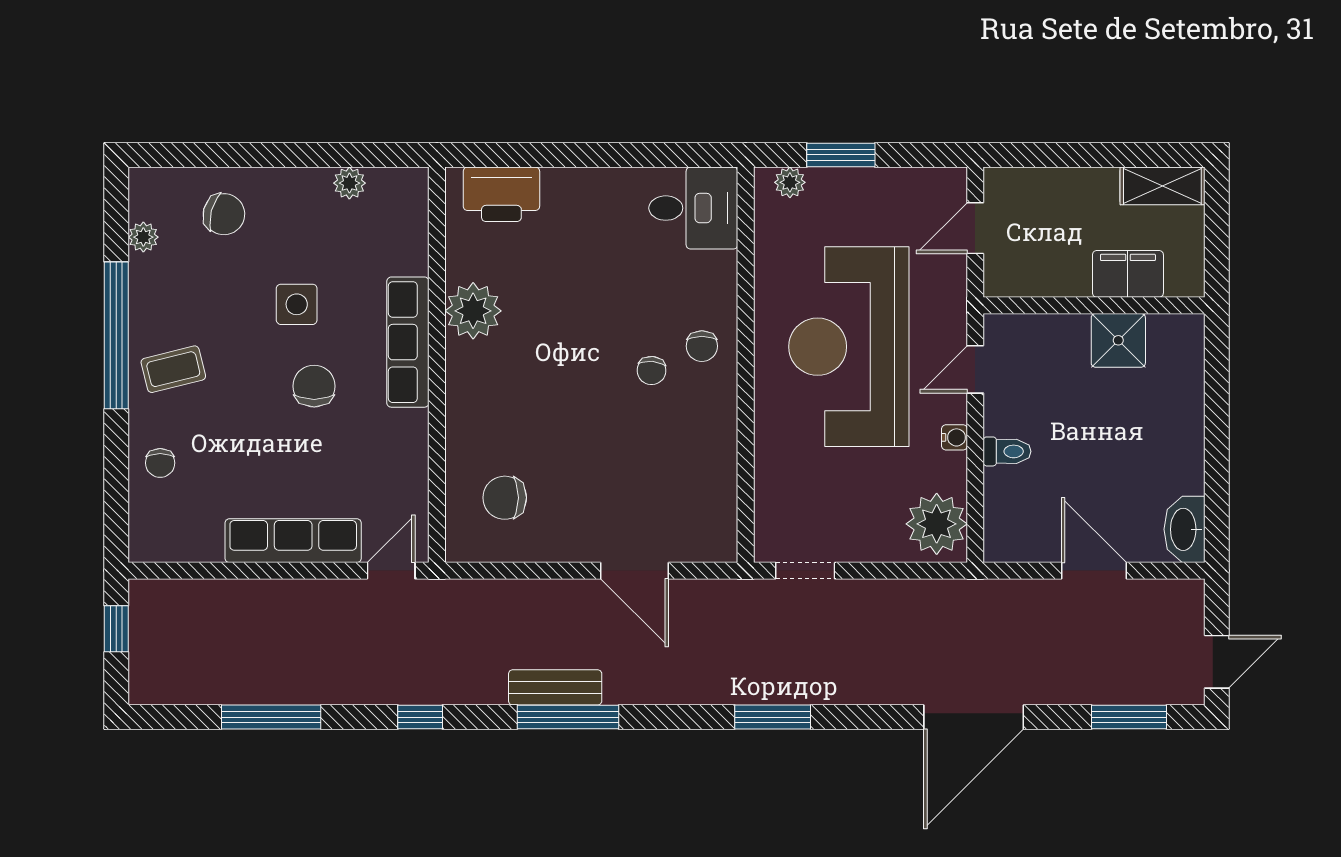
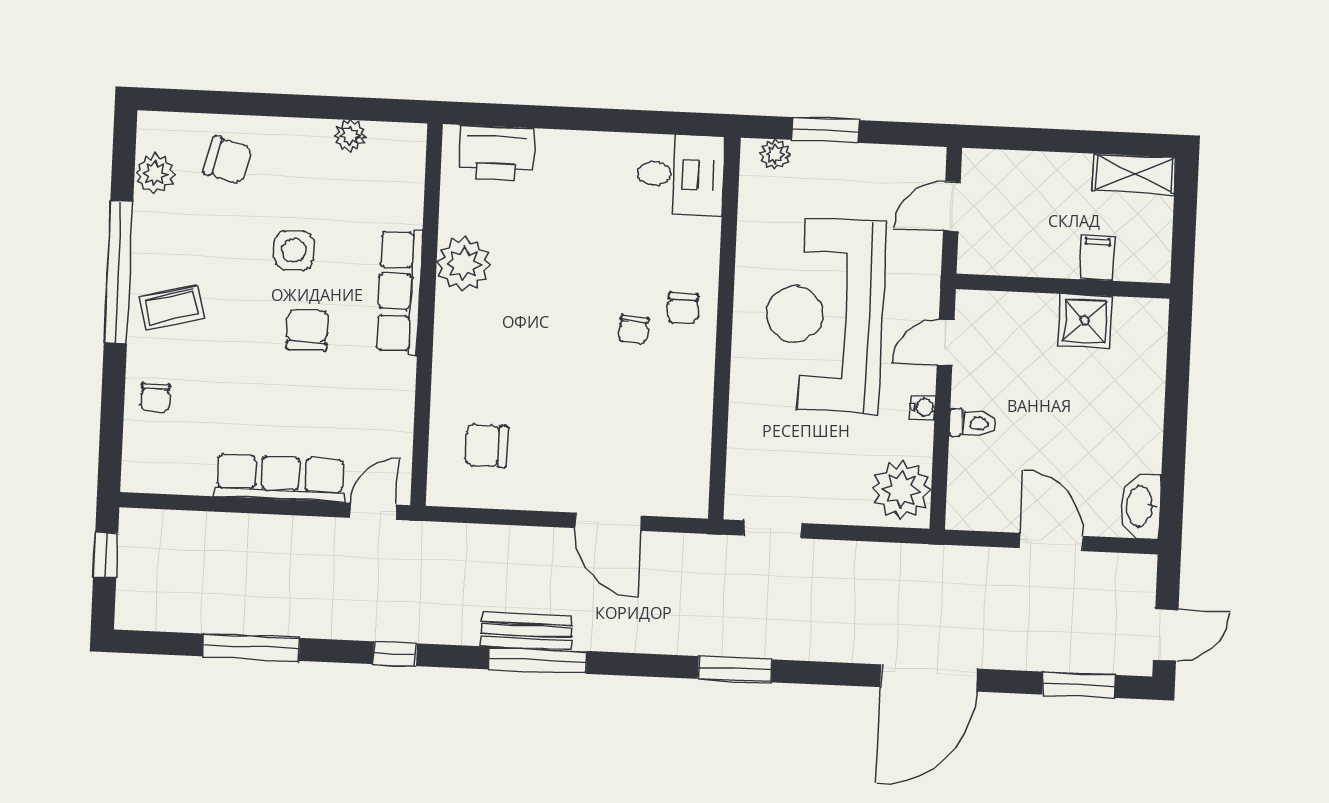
plant: (143, 237) -> (155, 173), width x1.38, depth x1.38
filing cabinet: (1128, 274) -> (1097, 257), width x0.50

